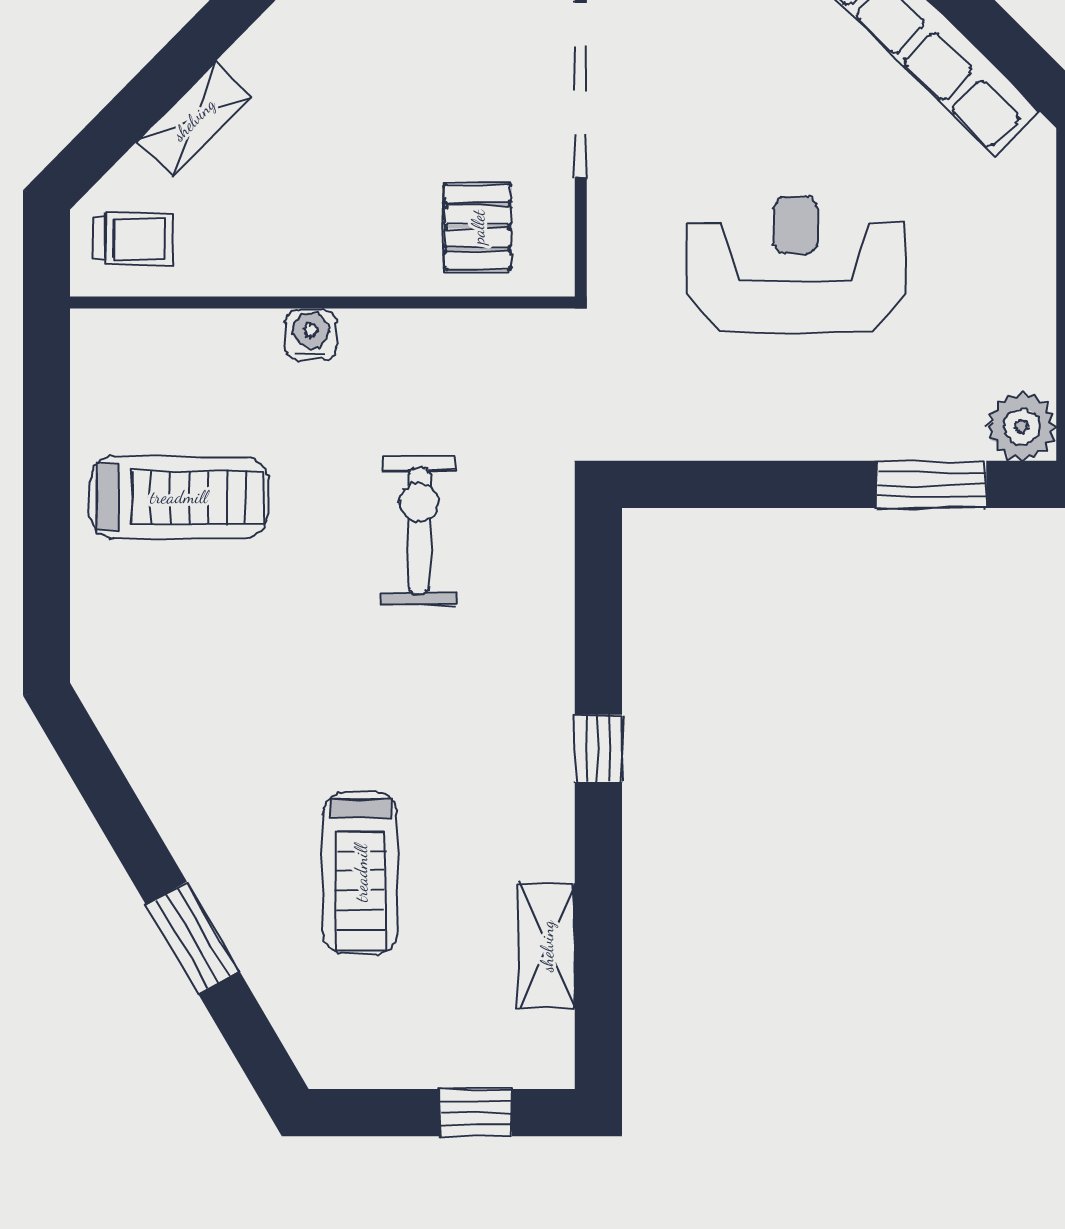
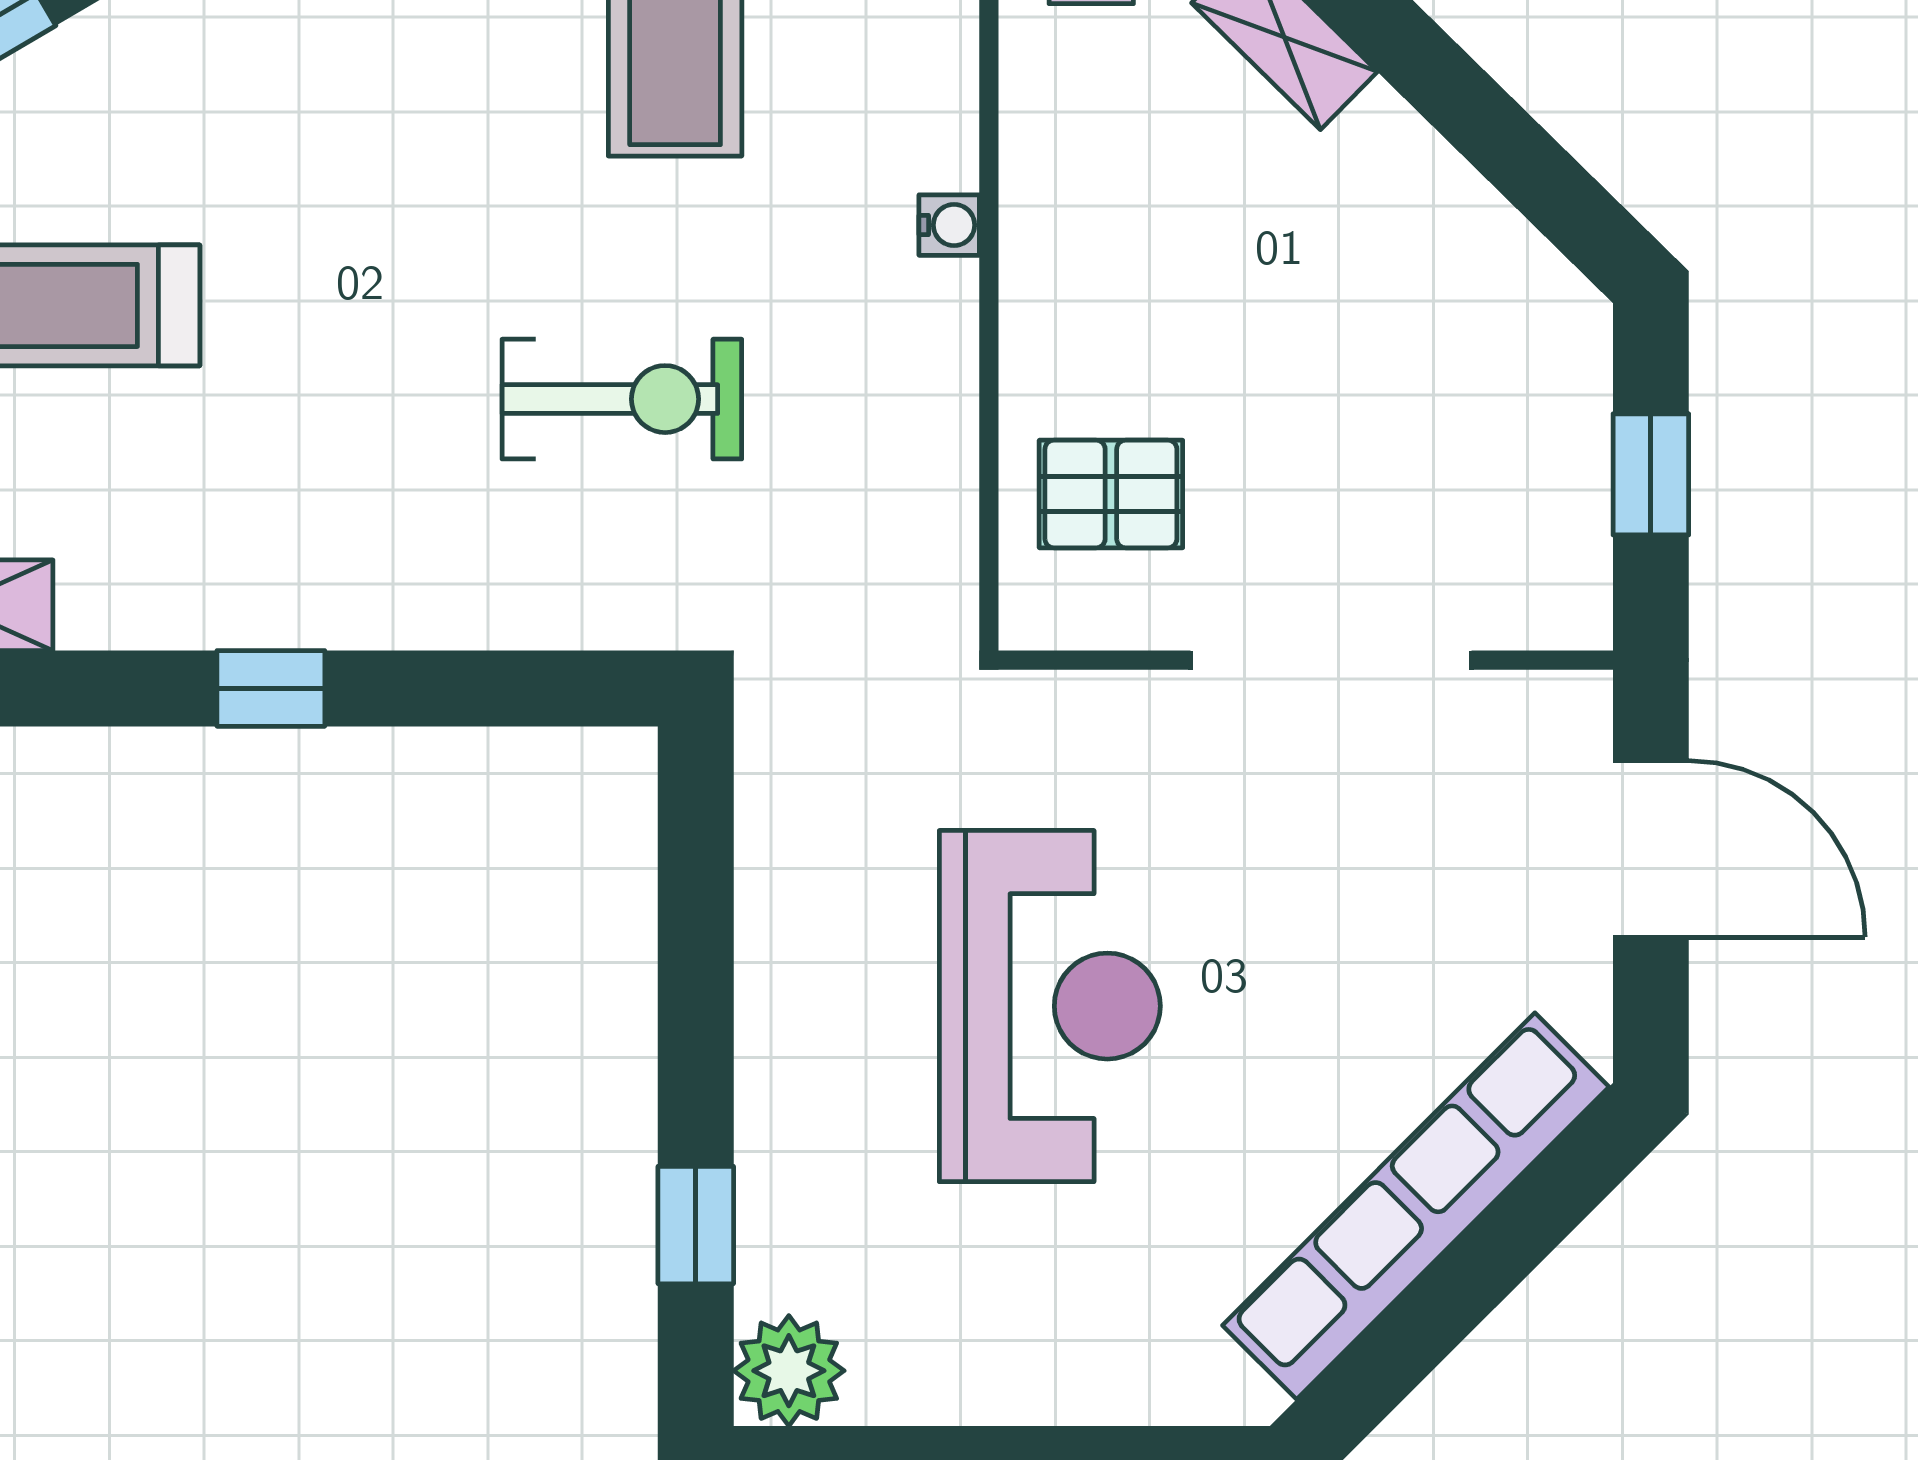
water cooler: (311, 334) -> (949, 225), width x0.72, depth x0.72
window: (931, 484) -> (696, 1225), width x0.67

